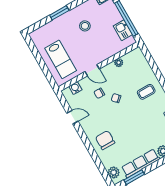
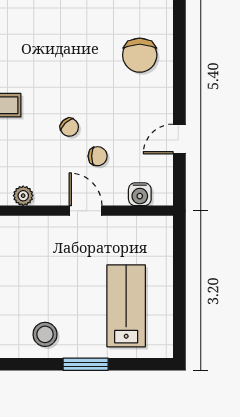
stool: (85, 26) -> (45, 334), moved
lab bench: (61, 59) -> (126, 306), moved
door: (72, 117) -> (179, 139), hinge flipped

